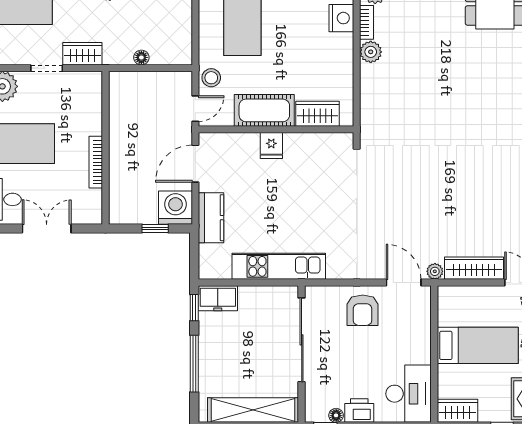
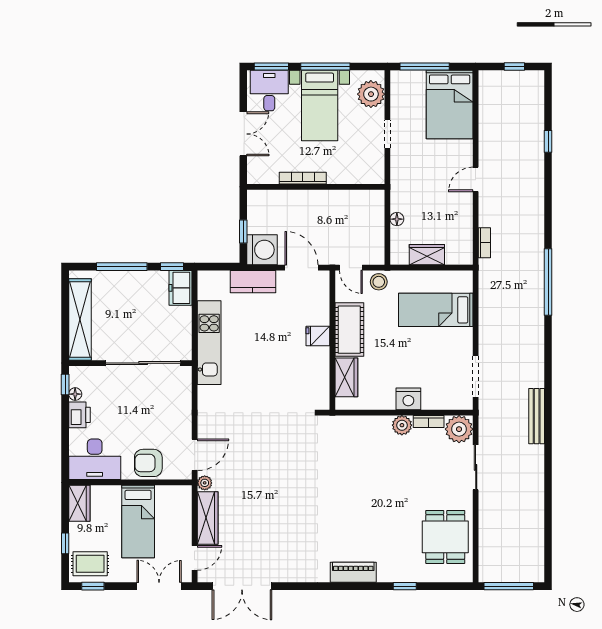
nightstand: (341, 18) -> (408, 399), moved
wardrobe: (82, 54) -> (427, 255), moved, turned -90
armchair: (363, 310) -> (148, 463), moved

